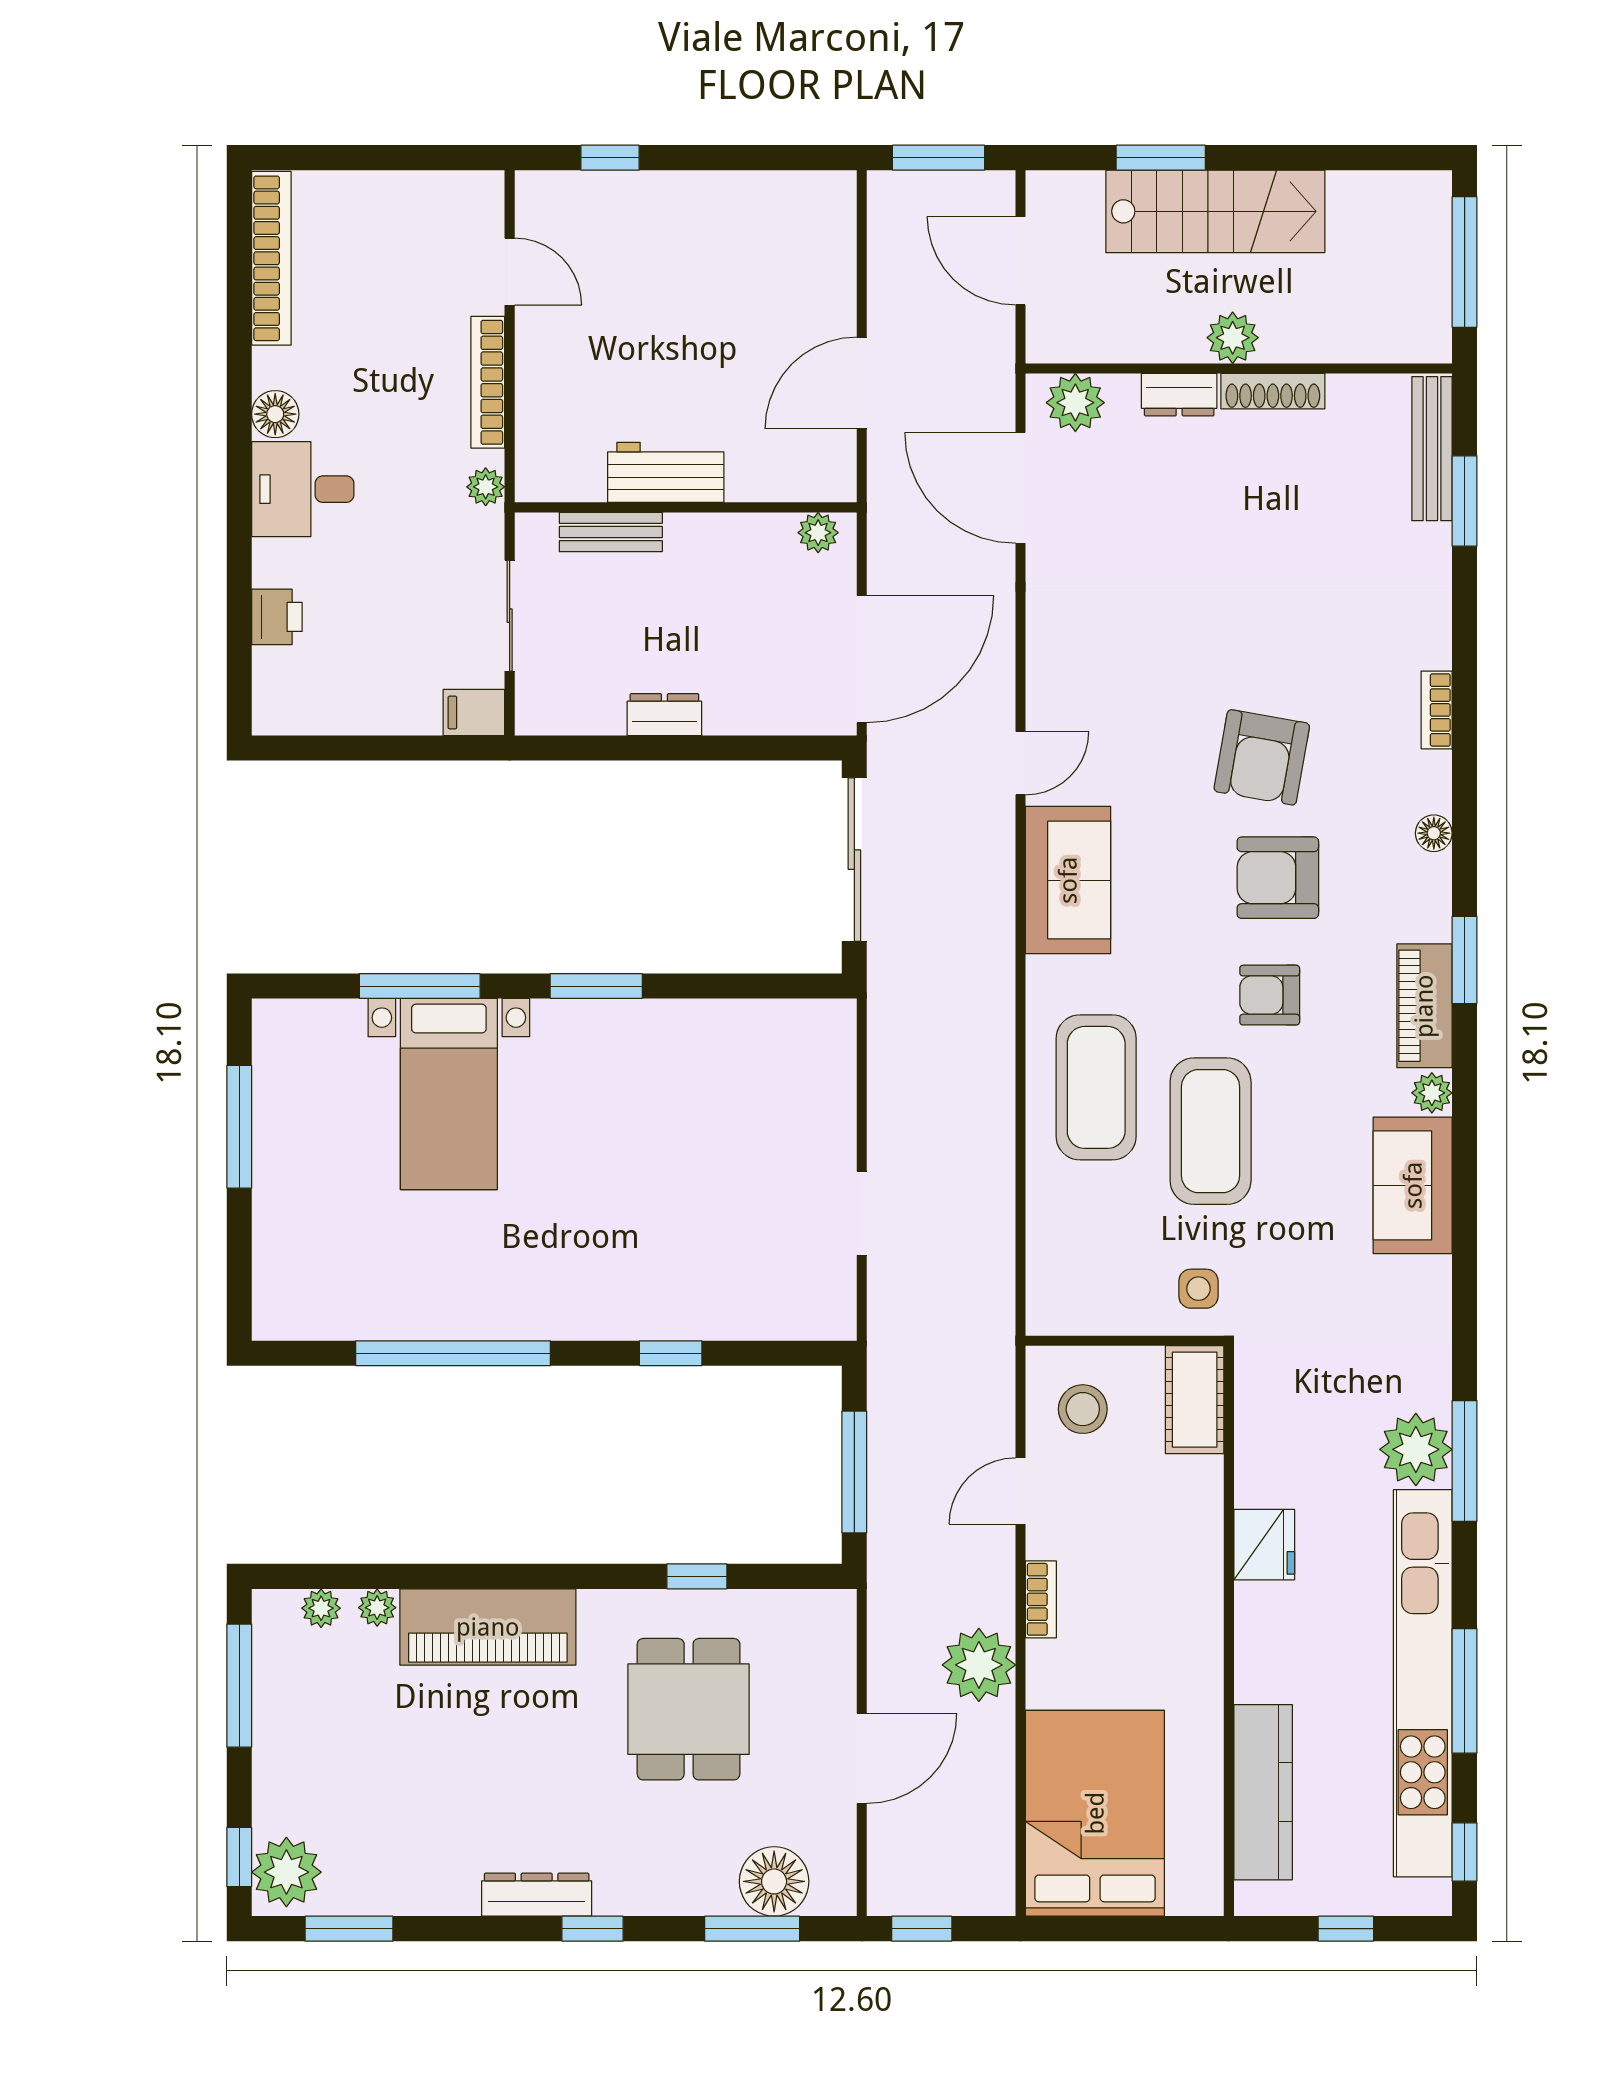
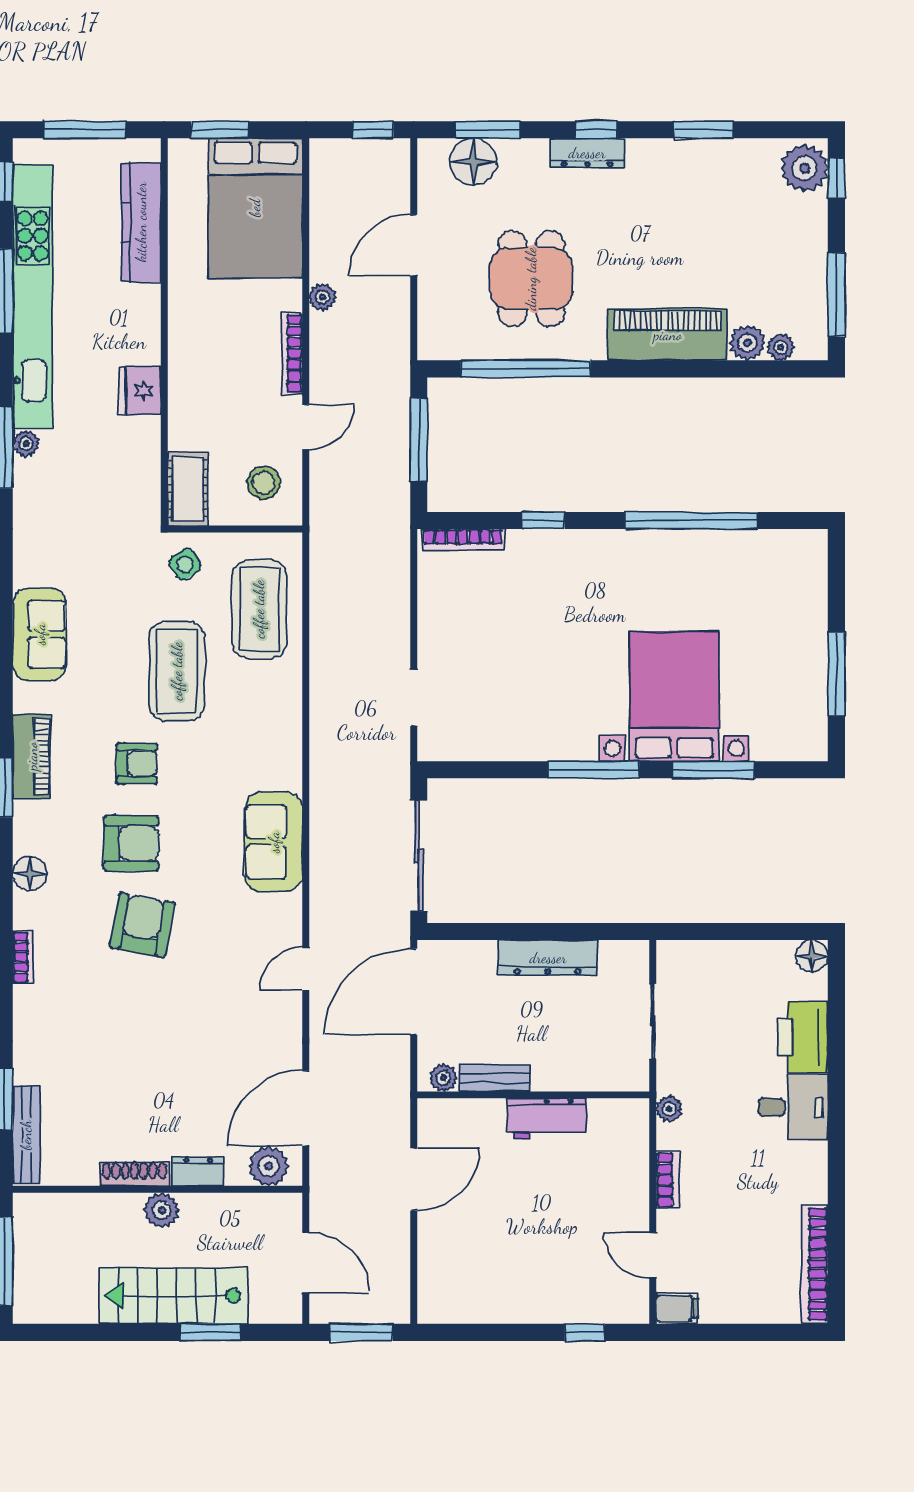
bookcase: (488, 382) -> (668, 1180), width x0.64
floor lamp: (275, 414) -> (812, 956), moved
door: (1021, 488) -> (306, 1108), swing flipped
bench: (611, 532) -> (495, 1078), moved
printer: (277, 617) -> (803, 1037), width x1.87, depth x1.48
filing cabinet: (474, 712) -> (677, 1308), moved
dresser: (664, 715) -> (548, 958), width x1.96, depth x1.24
door: (1021, 763) -> (306, 969), moved
floor lamp: (1434, 833) -> (30, 874), width x1.37, depth x1.37
window: (596, 986) -> (594, 770), width x1.44
coffee table: (1096, 1087) -> (259, 609), moved
plant: (1432, 1093) -> (27, 697), removed
bed with nightstands: (449, 1094) -> (674, 696), width x1.36
doorway: (862, 1213) -> (414, 698), moved
side table: (1198, 1289) -> (185, 564), turned -35
bookcase: (789, 1325) -> (463, 539), added
plant: (1416, 1449) -> (26, 444), width x0.53, depth x0.53
window: (697, 1576) -> (526, 369), width x3.17
bookcase: (1041, 1599) -> (292, 353), width x1.56
plant: (377, 1608) -> (747, 343), width x1.38, depth x1.38
plant: (979, 1665) -> (322, 297), width x0.53, depth x0.53
dresser: (537, 1895) -> (587, 153), moved
window: (349, 1929) -> (704, 130), moved
window: (1148, 1929) -> (219, 130), added
window: (1346, 1929) -> (85, 130), width x2.17

